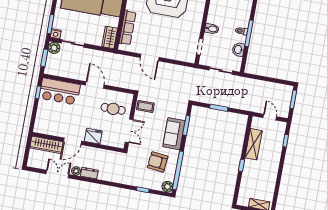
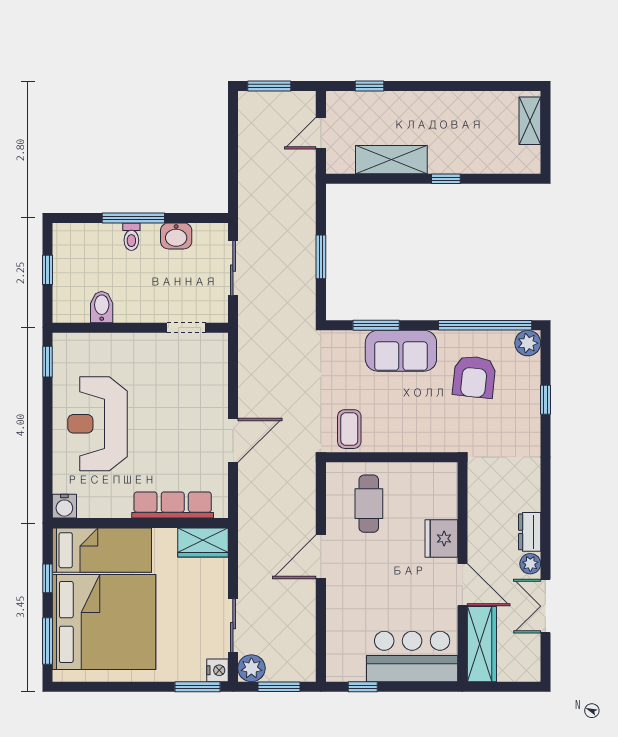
bidet: (212, 29) -> (102, 307), moved
bar counter: (60, 91) -> (412, 656), moved, turned -90
double door: (129, 131) -> (413, 457), removed

